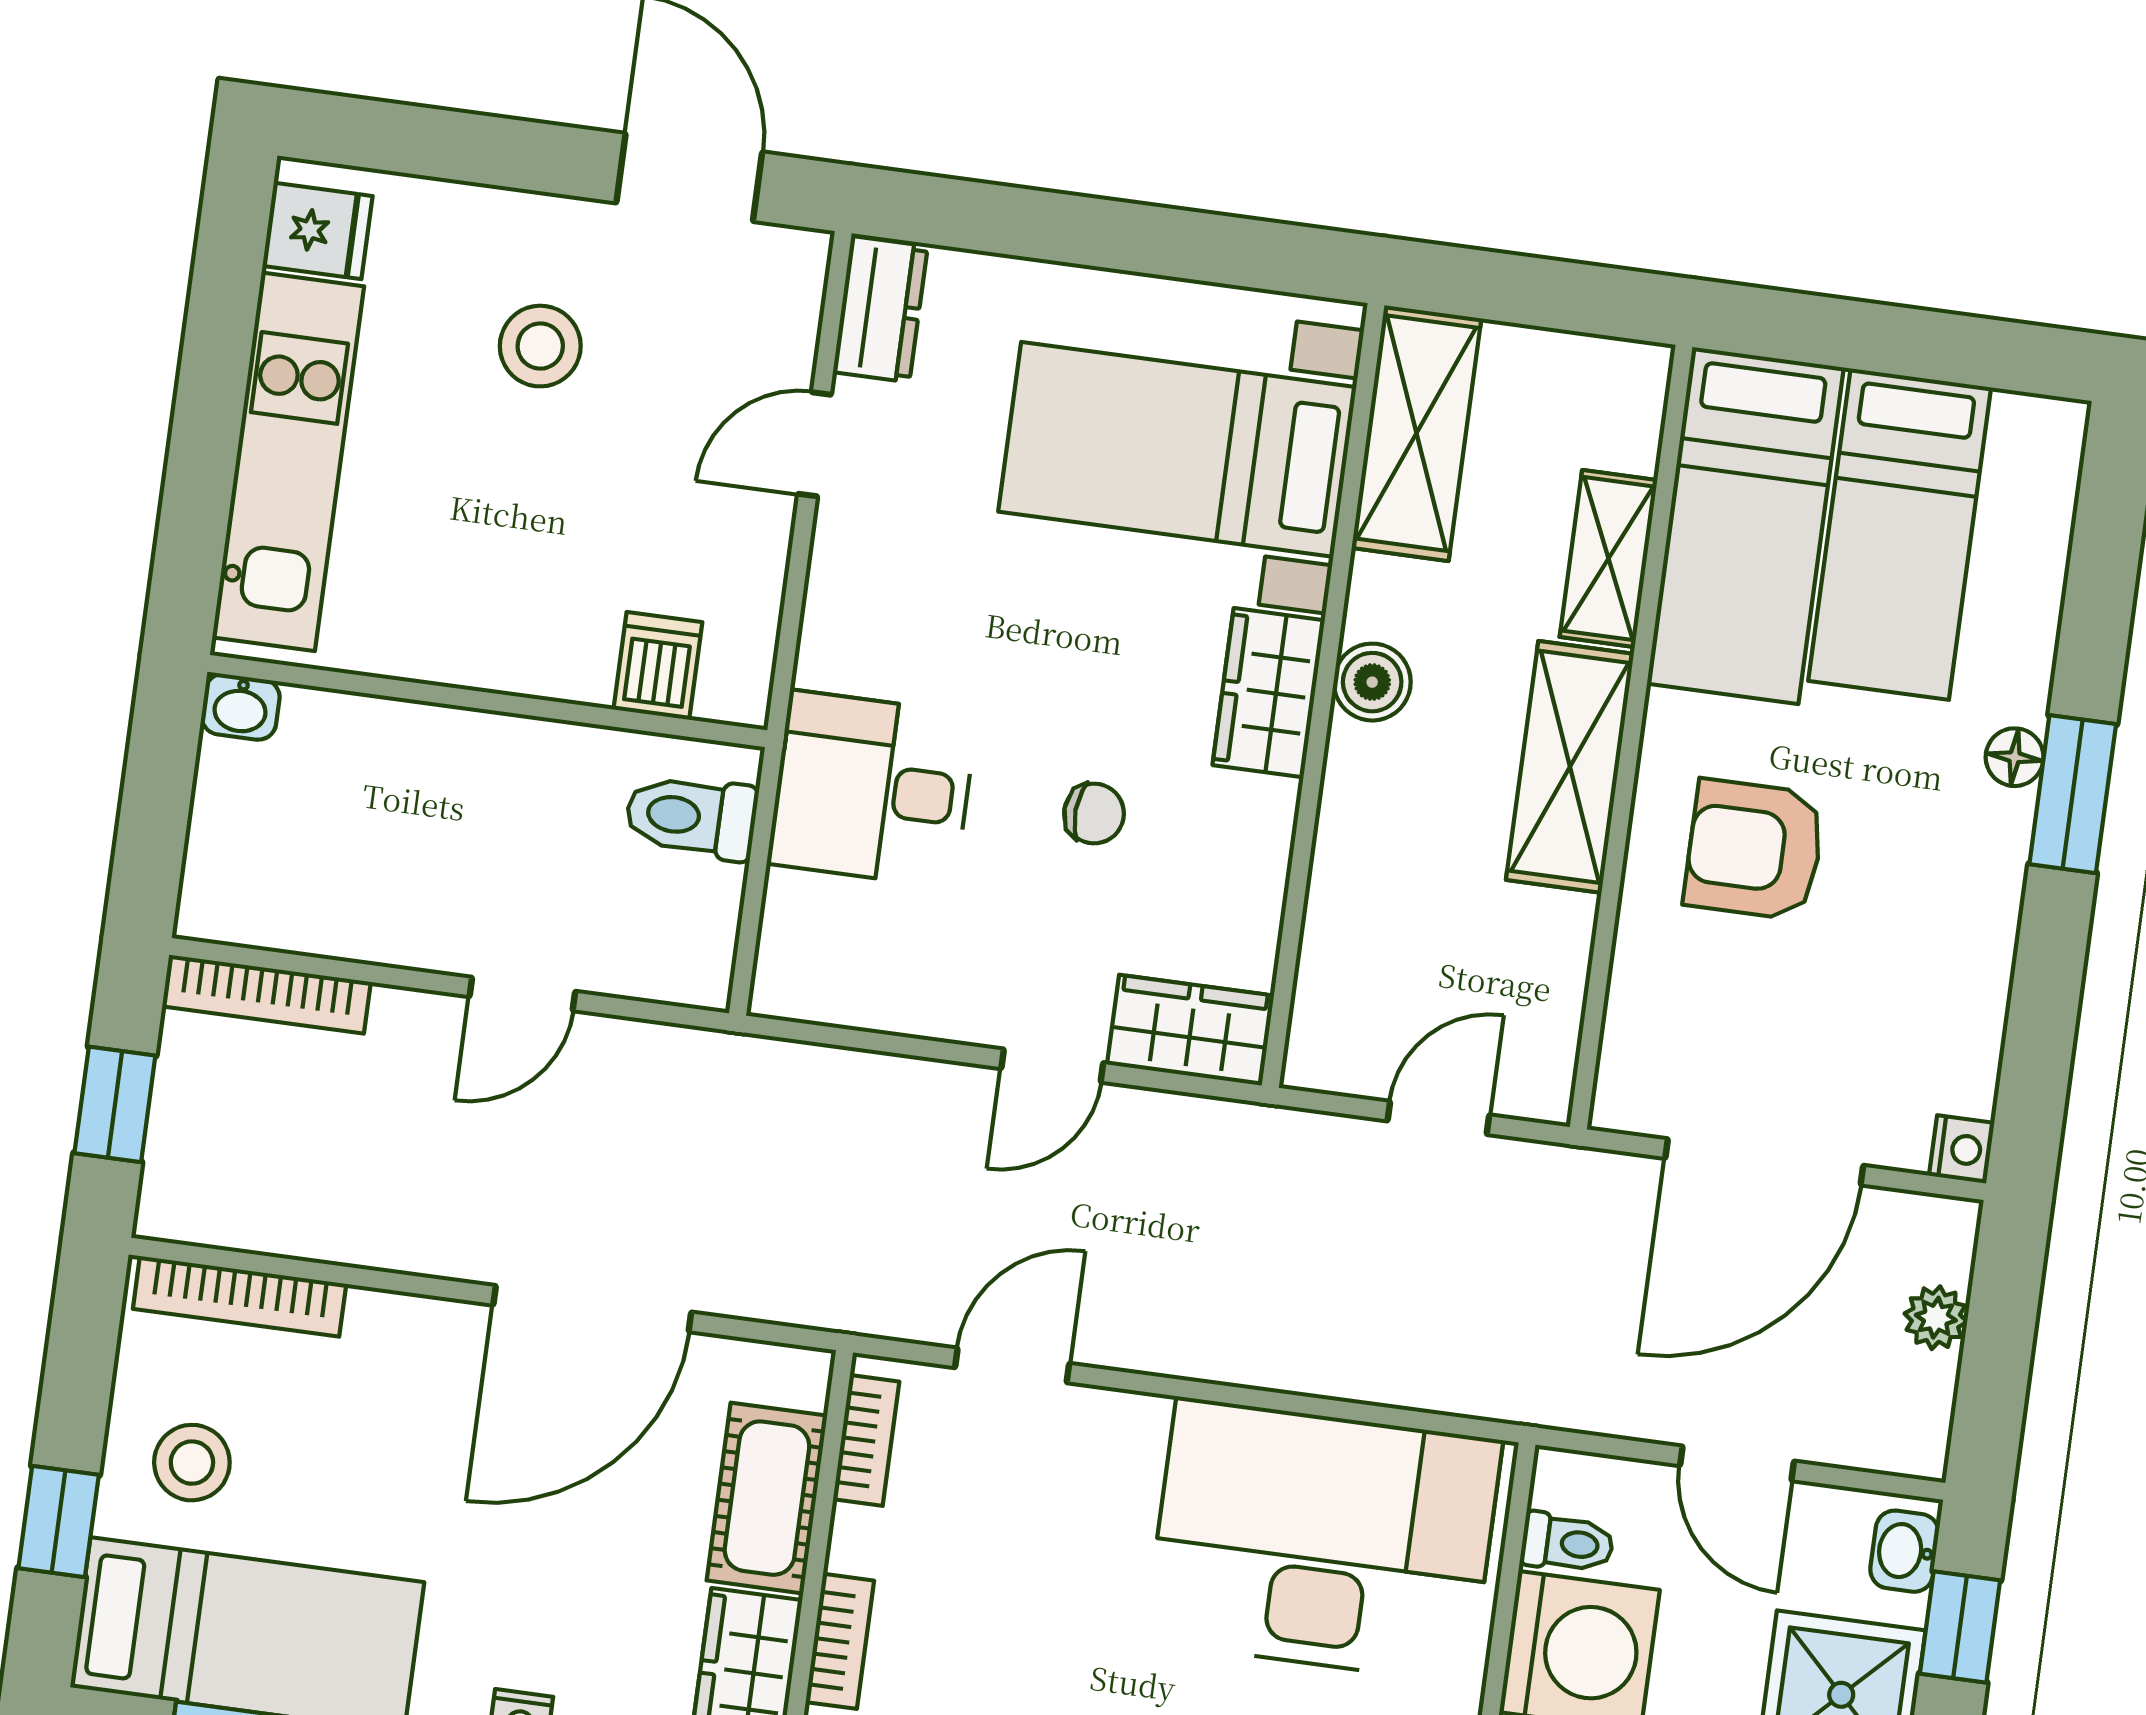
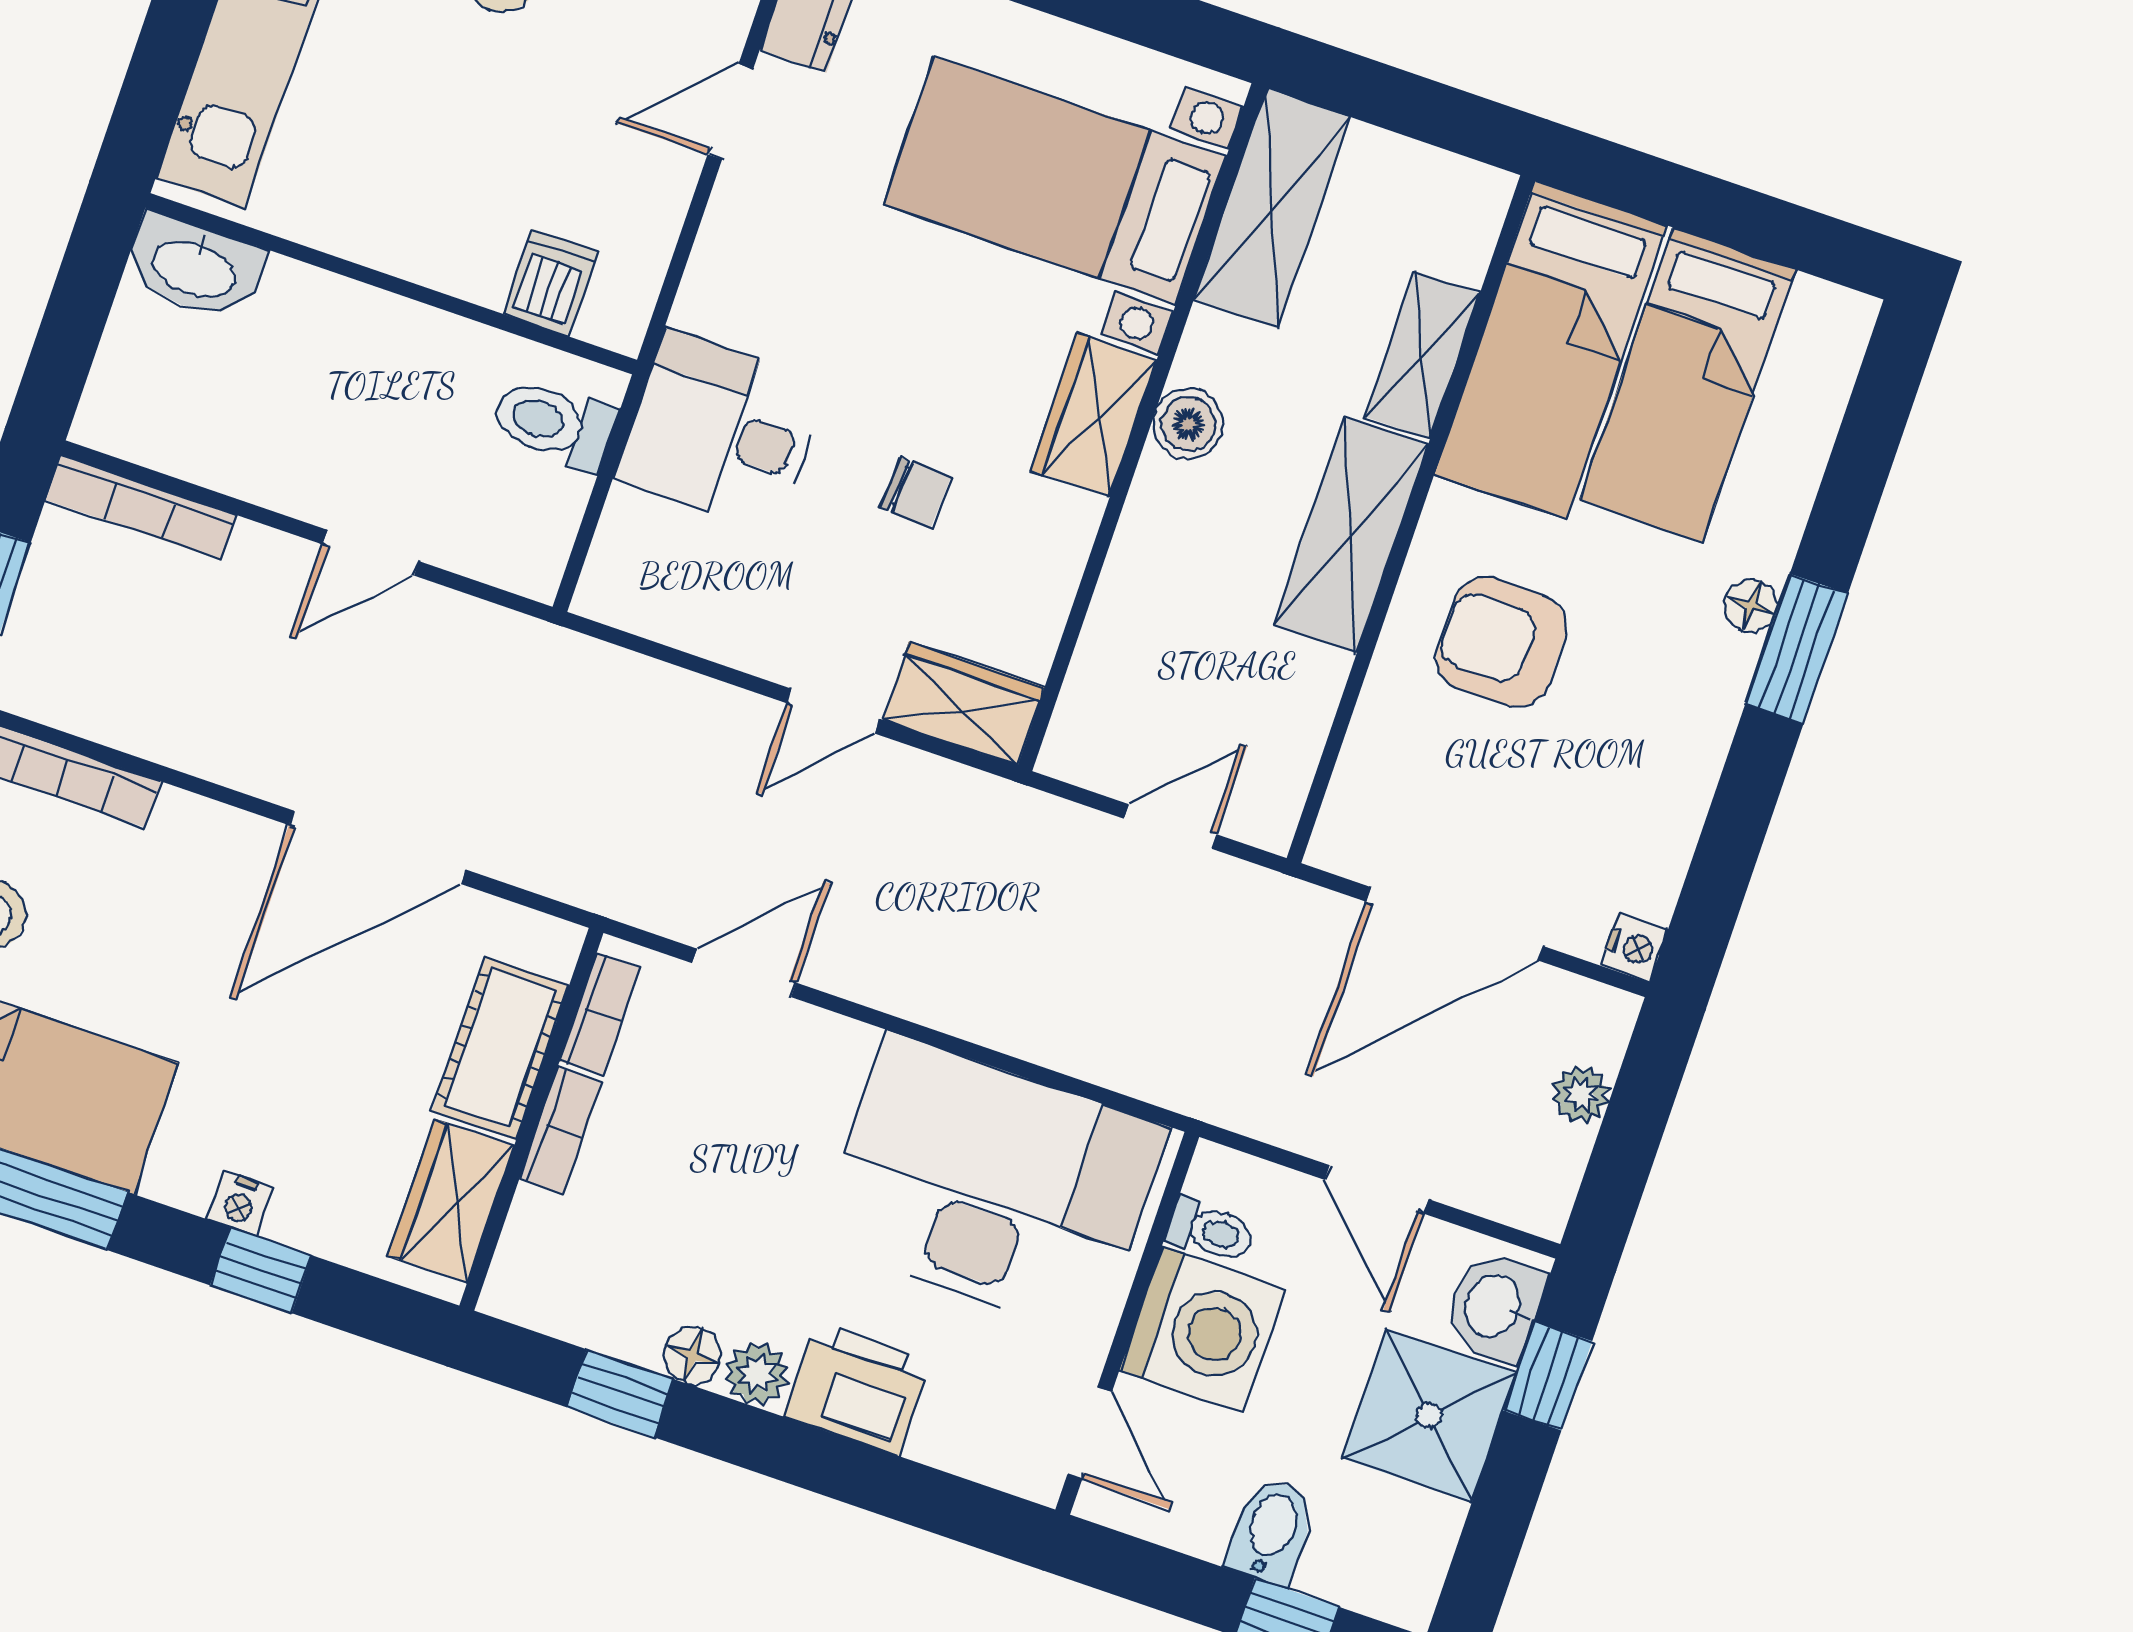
washbasin: (241, 707) -> (195, 267), width x1.91, depth x1.45
washbasin: (1904, 1551) -> (1495, 1307), width x1.38, depth x1.45
bookcase: (840, 1641) -> (561, 1130), moved

